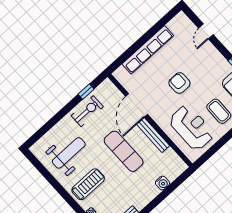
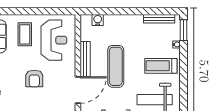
reception desk: (191, 128) -> (54, 40), turned 180
water cooler: (162, 183) -> (98, 20), moved

